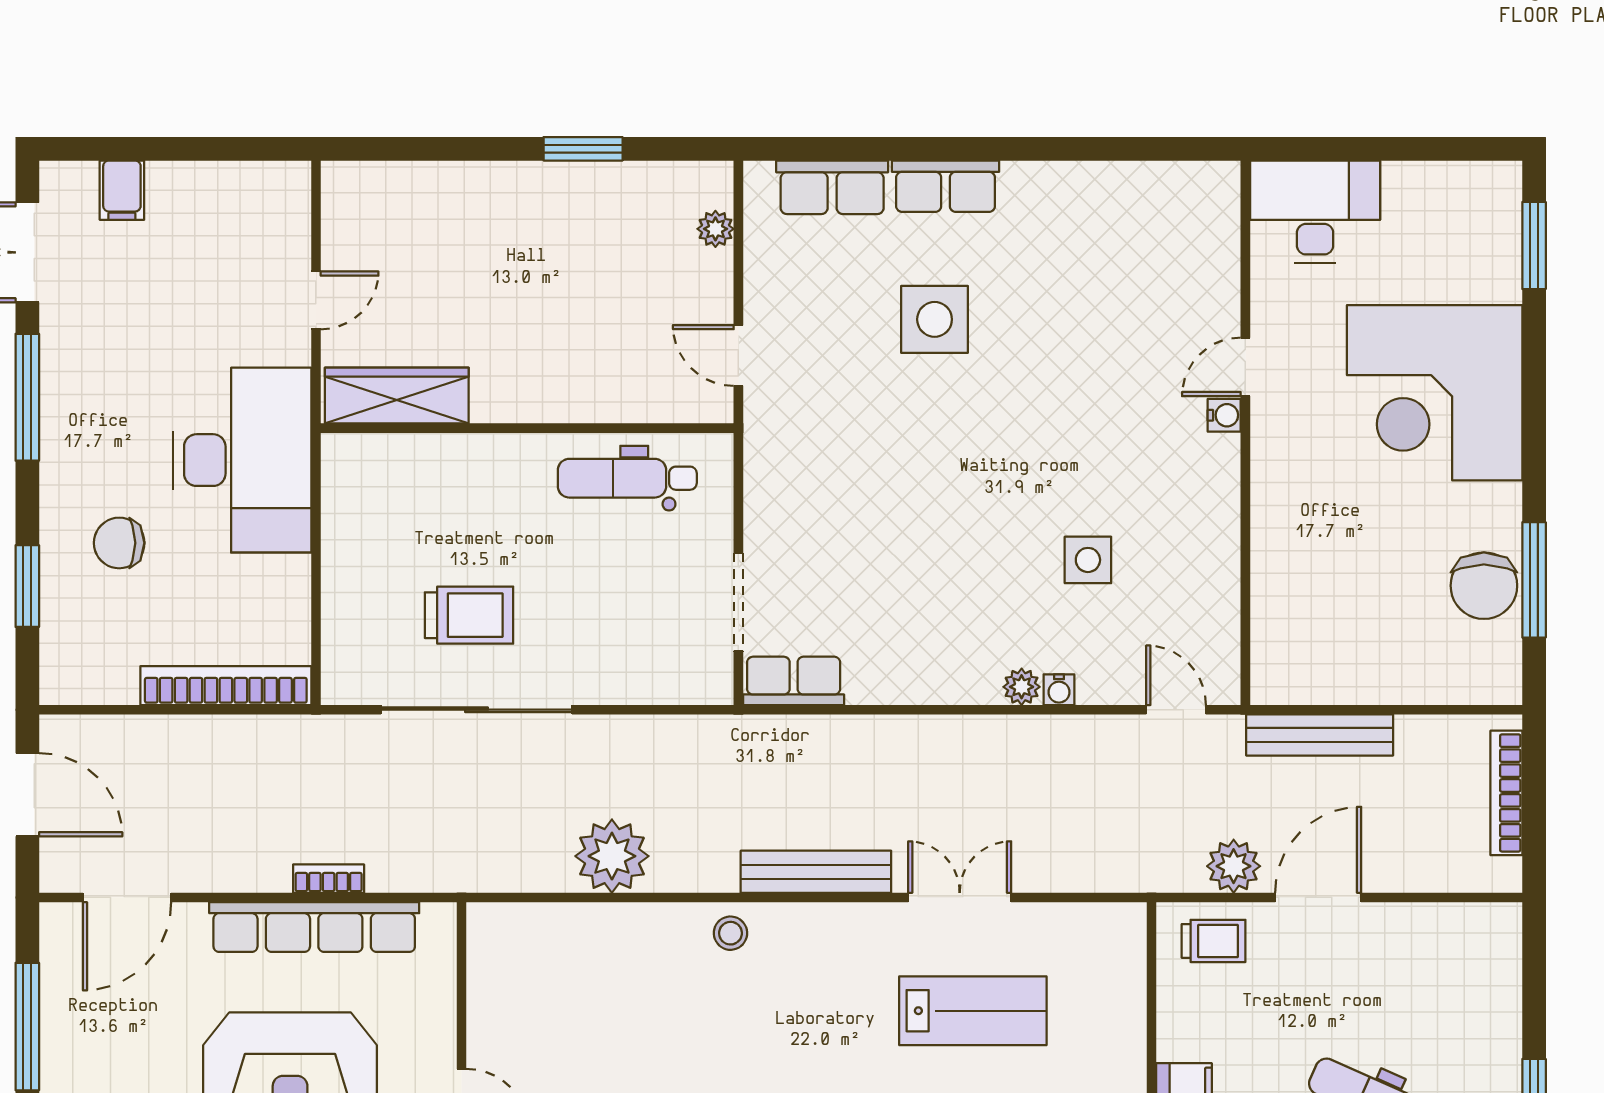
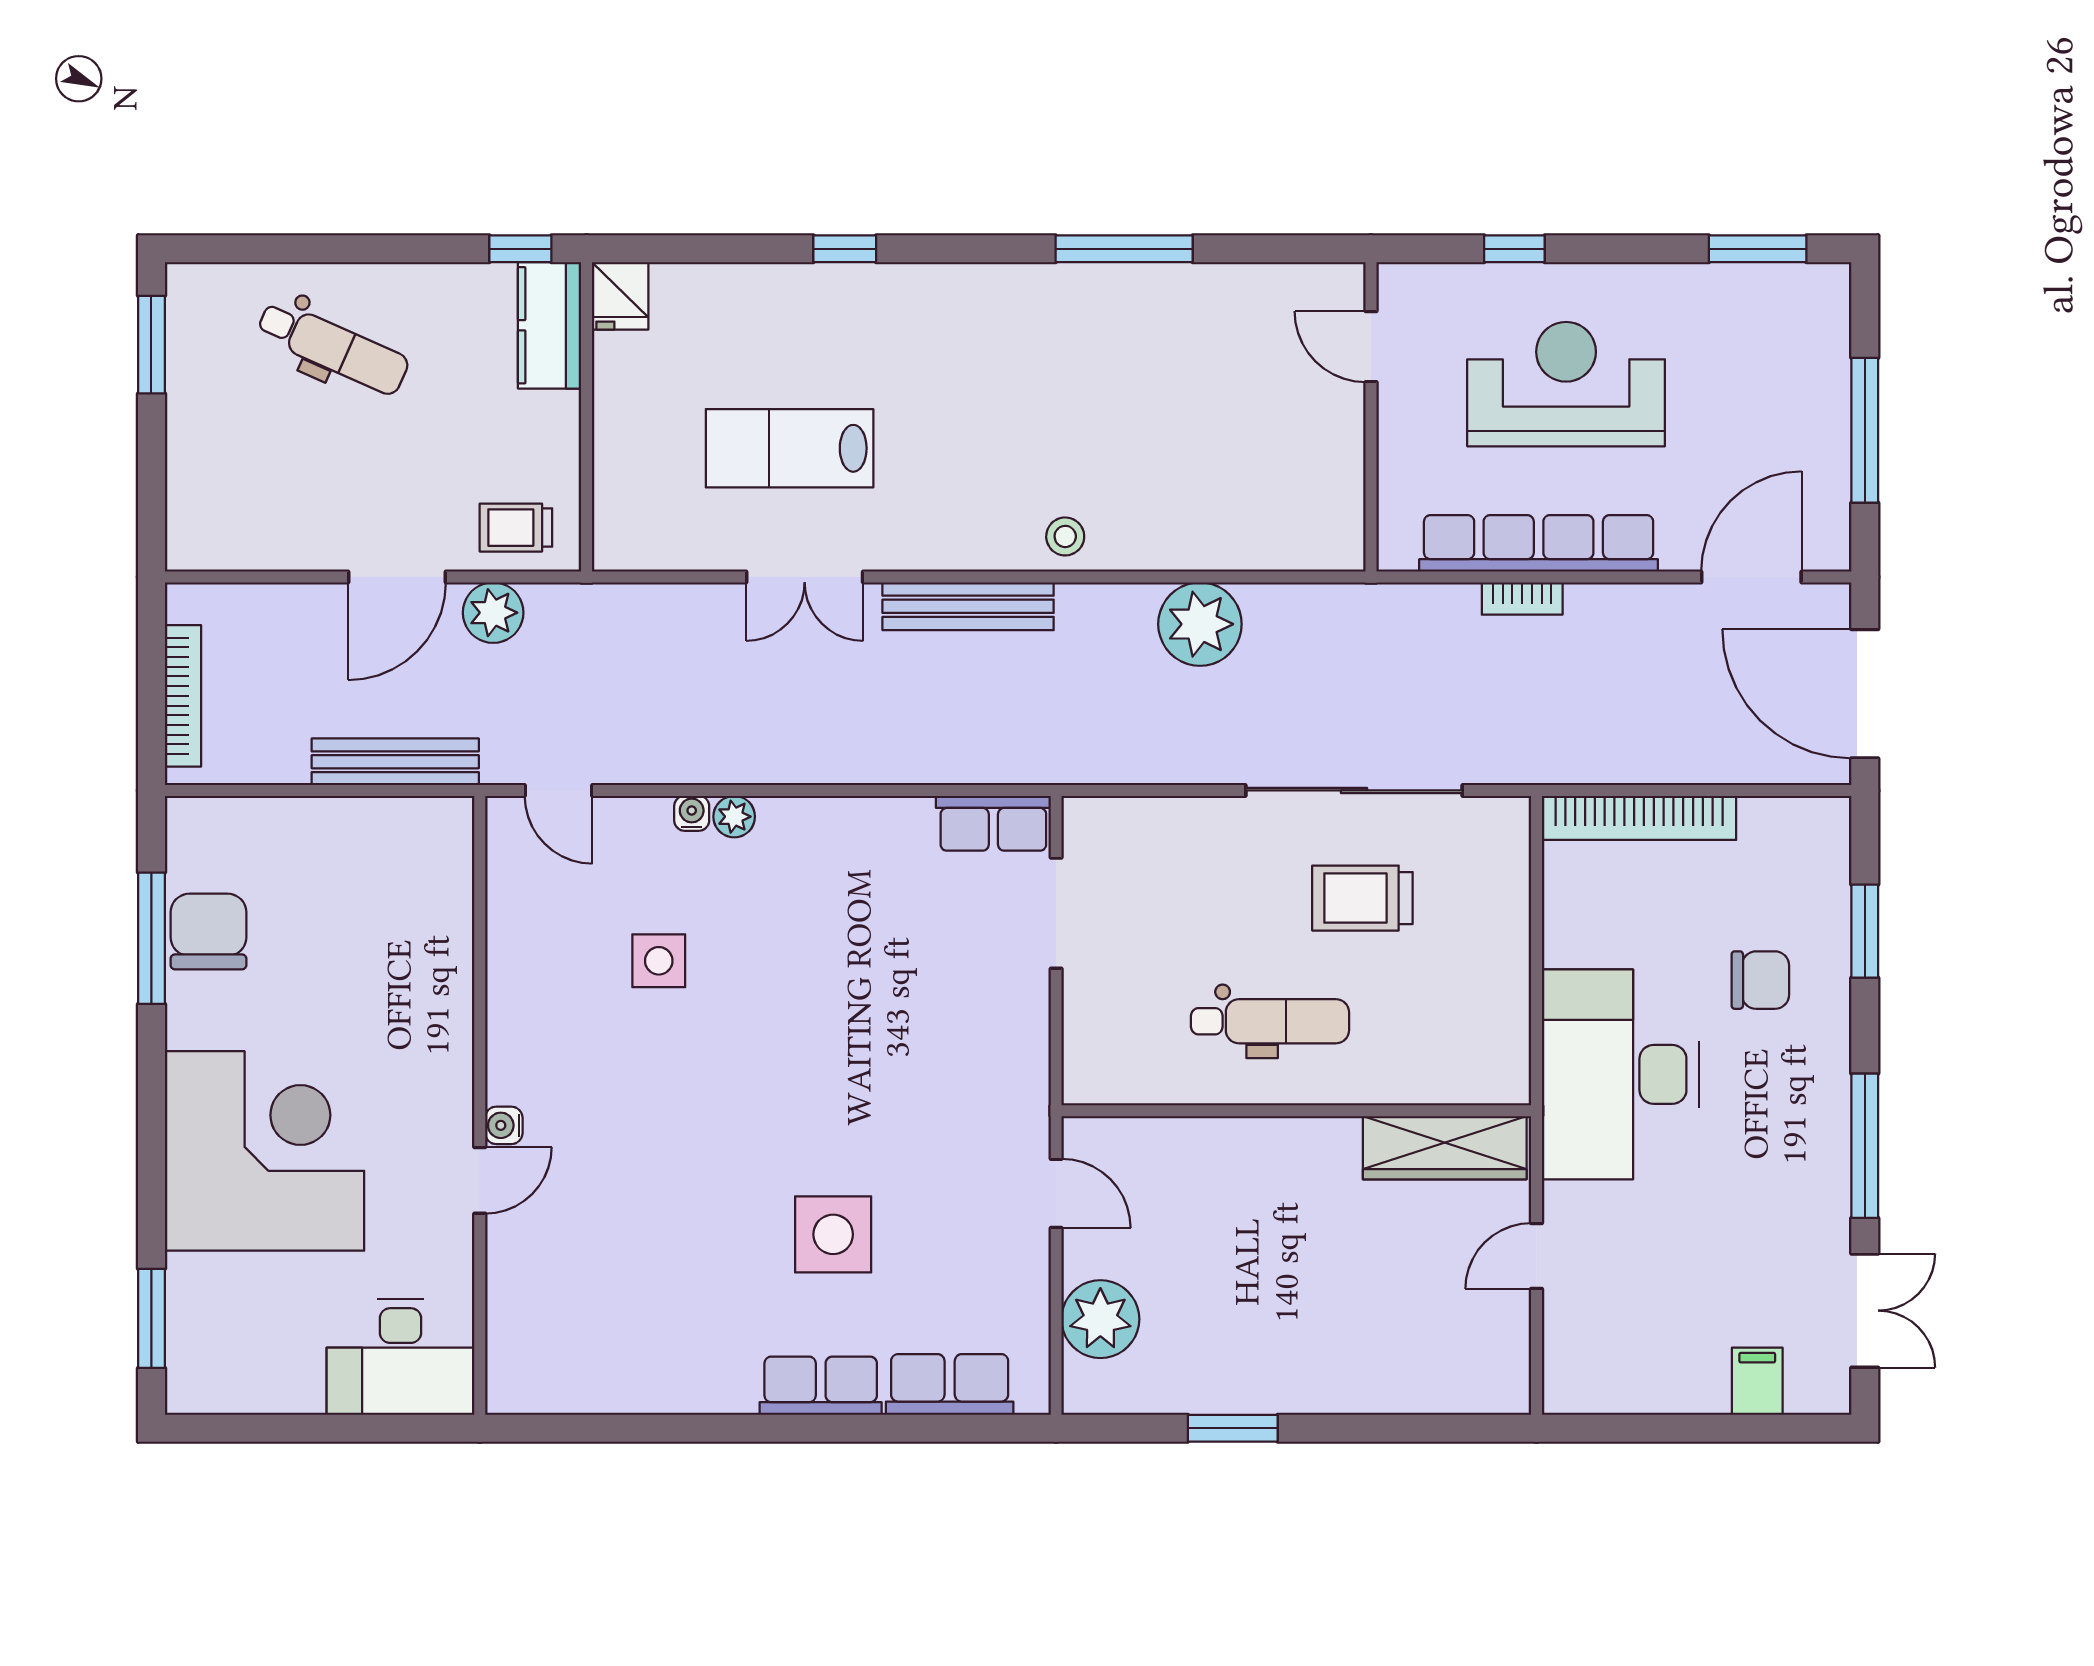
plant: (715, 229) -> (1100, 1319), width x1.87, depth x1.87
dental chair: (627, 478) -> (1270, 1021), moved
door: (27, 795) -> (1865, 694), width x1.36

